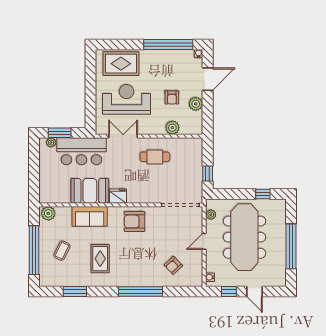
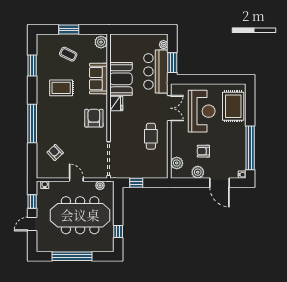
plant: (172, 128) -> (177, 163), moved
window: (60, 133) -> (172, 63), moved
window: (34, 250) -> (69, 30), width x0.47

